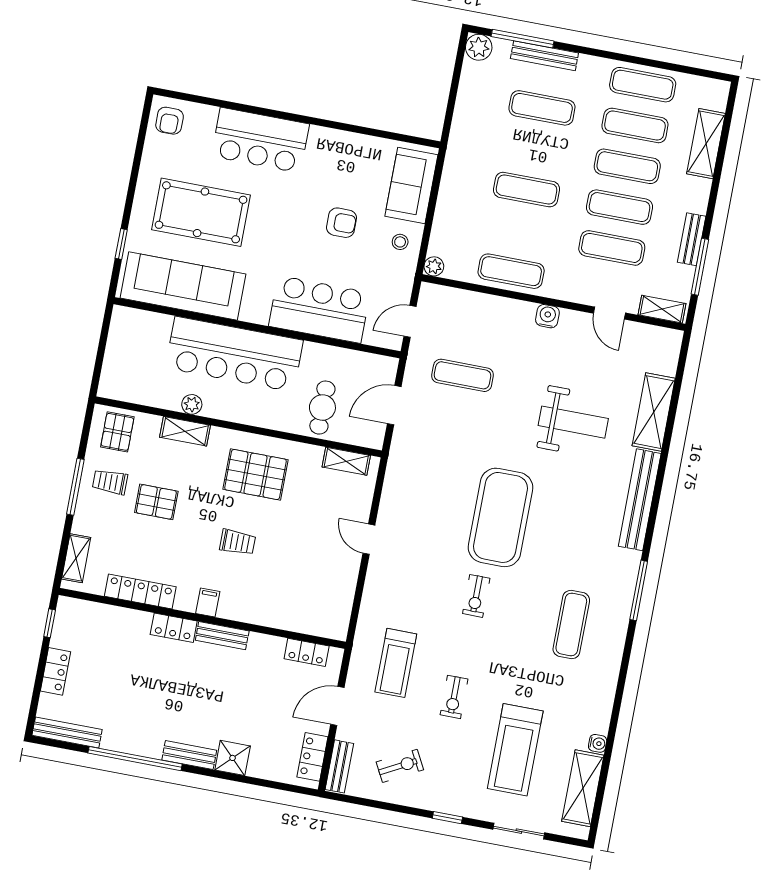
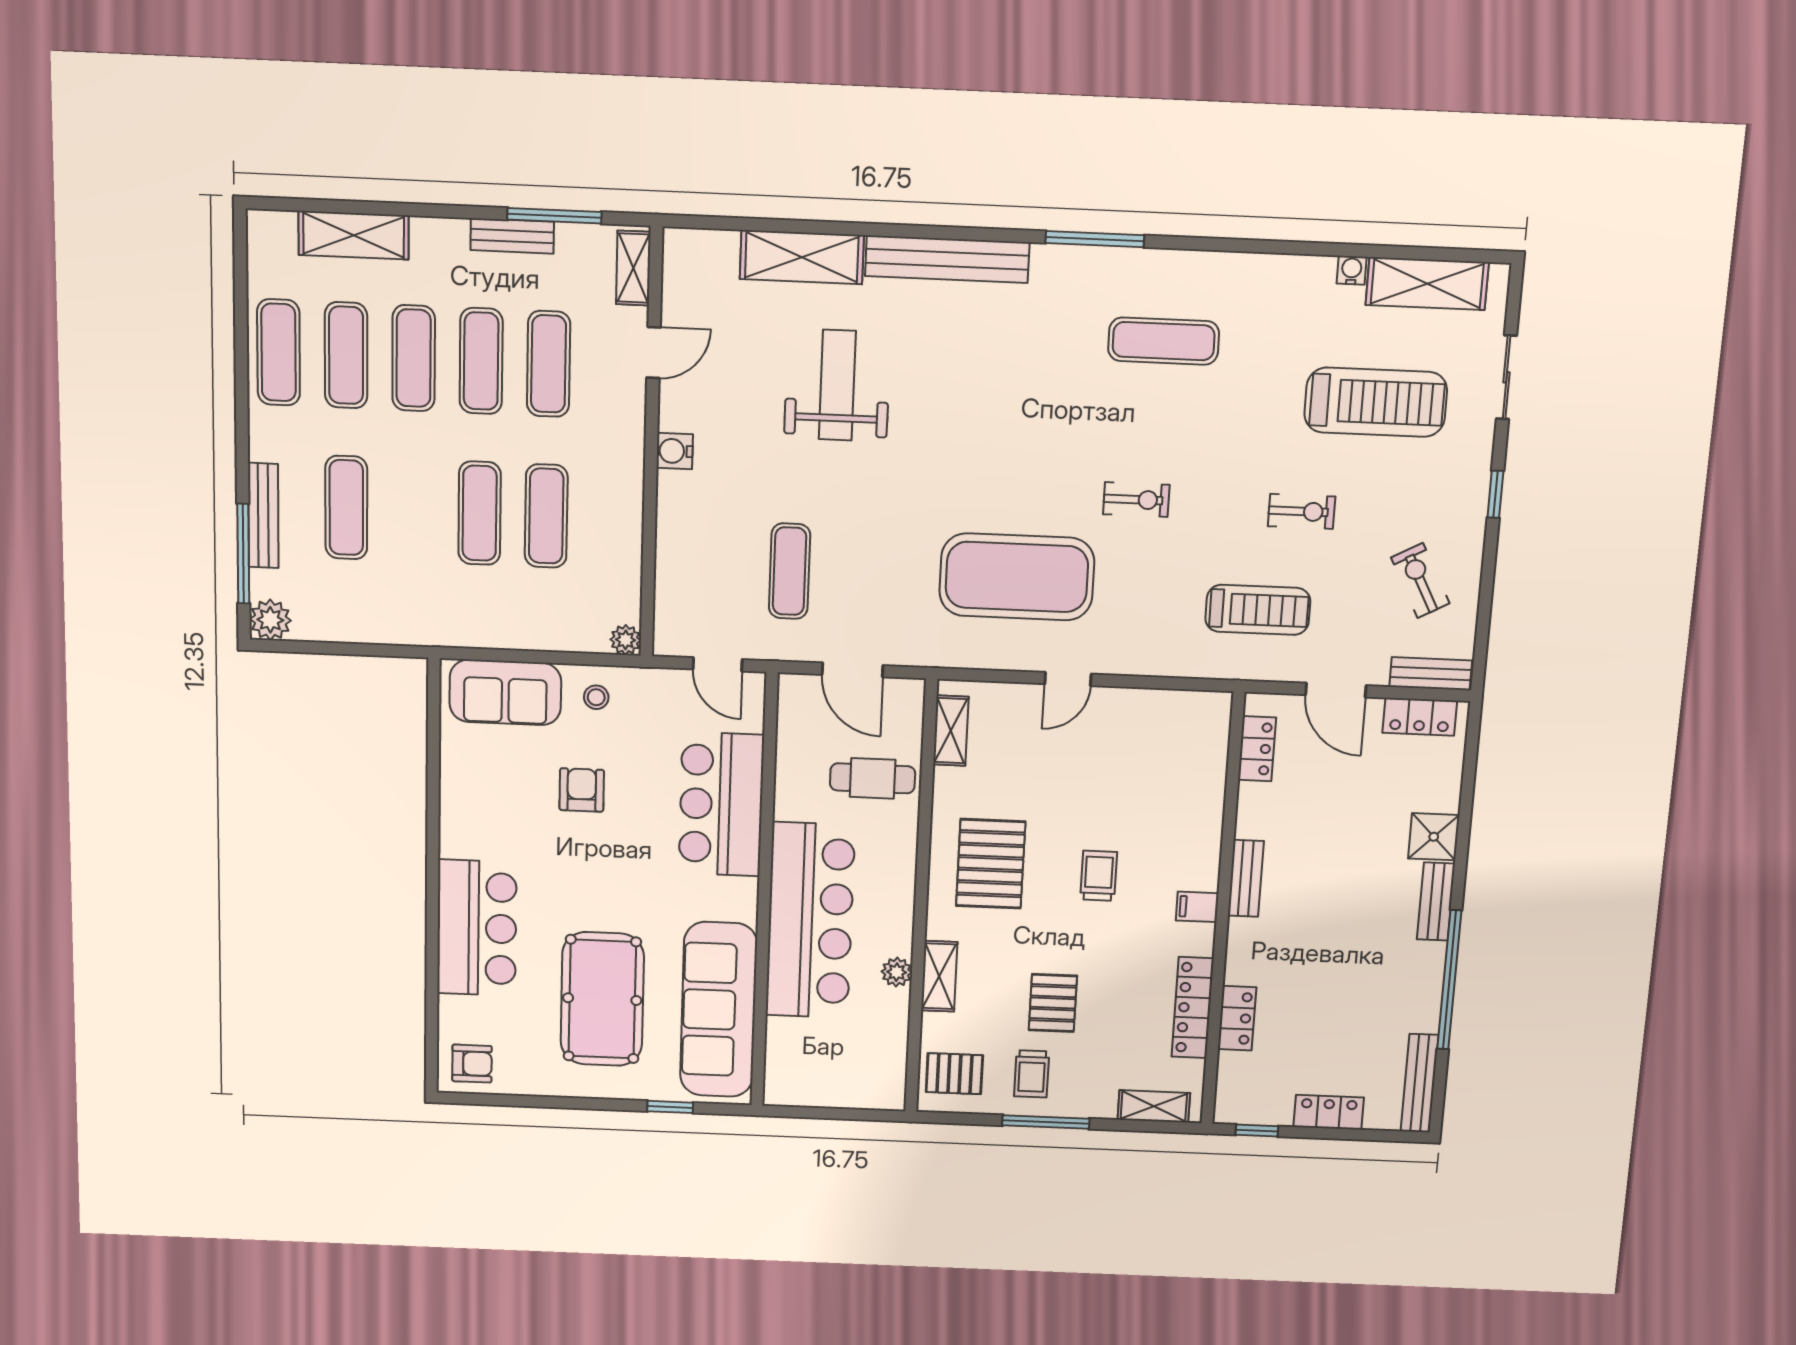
exercise mat: (511, 271) -> (546, 516), moved
exercise mat: (500, 517) -> (1017, 577), moved
locker: (174, 628) -> (1237, 1018), moved

